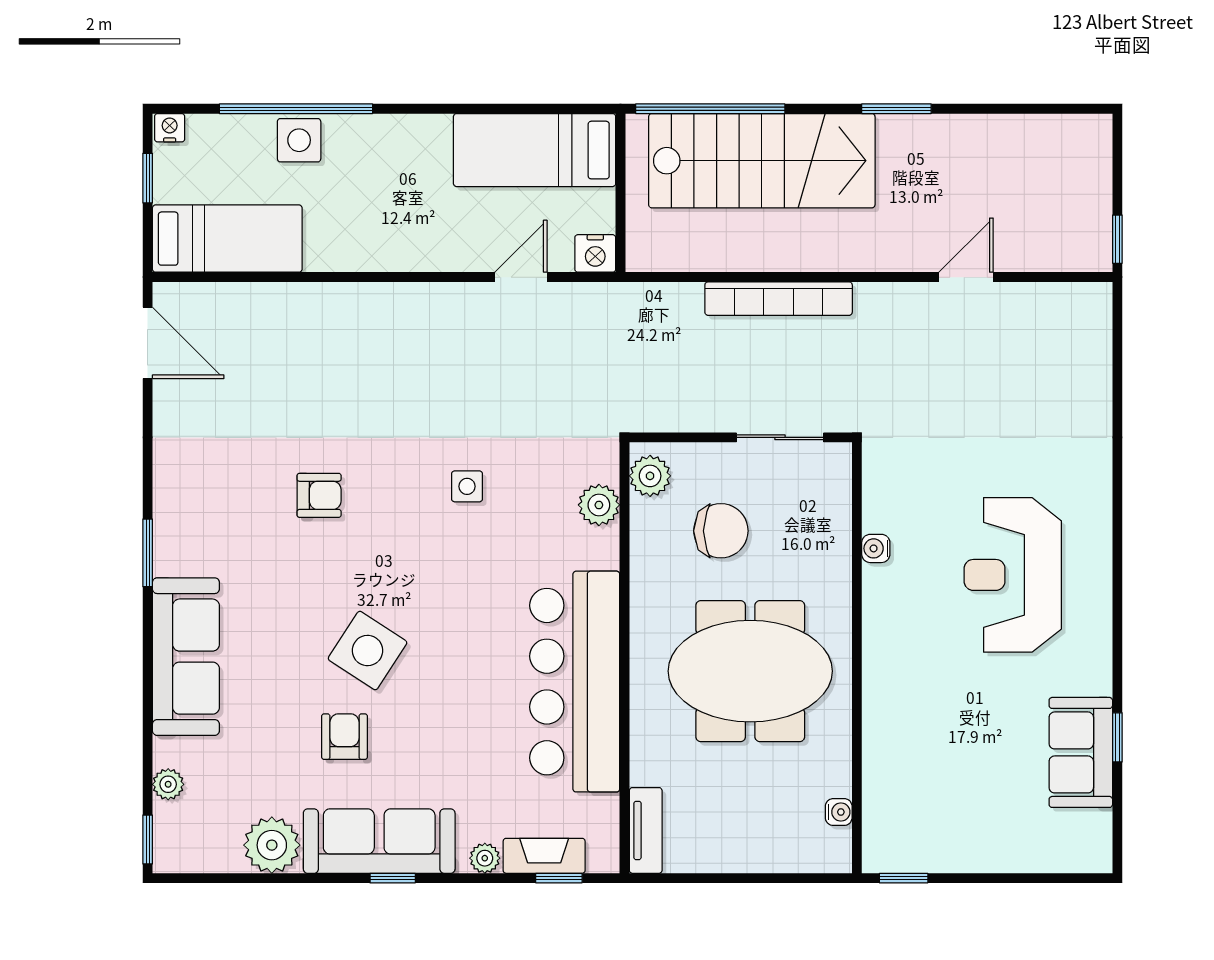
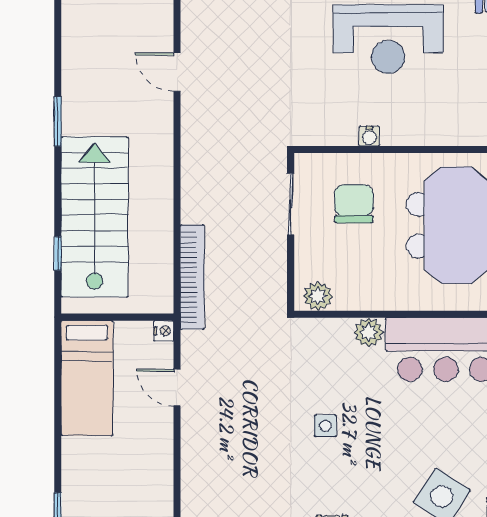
window: (710, 109) -> (58, 253), width x0.32
nightstand: (595, 253) -> (164, 331), width x0.72, depth x0.74
bookcase: (779, 299) -> (192, 277), moved
plant: (599, 505) -> (369, 332), moved
chair: (721, 531) -> (354, 204), moved

